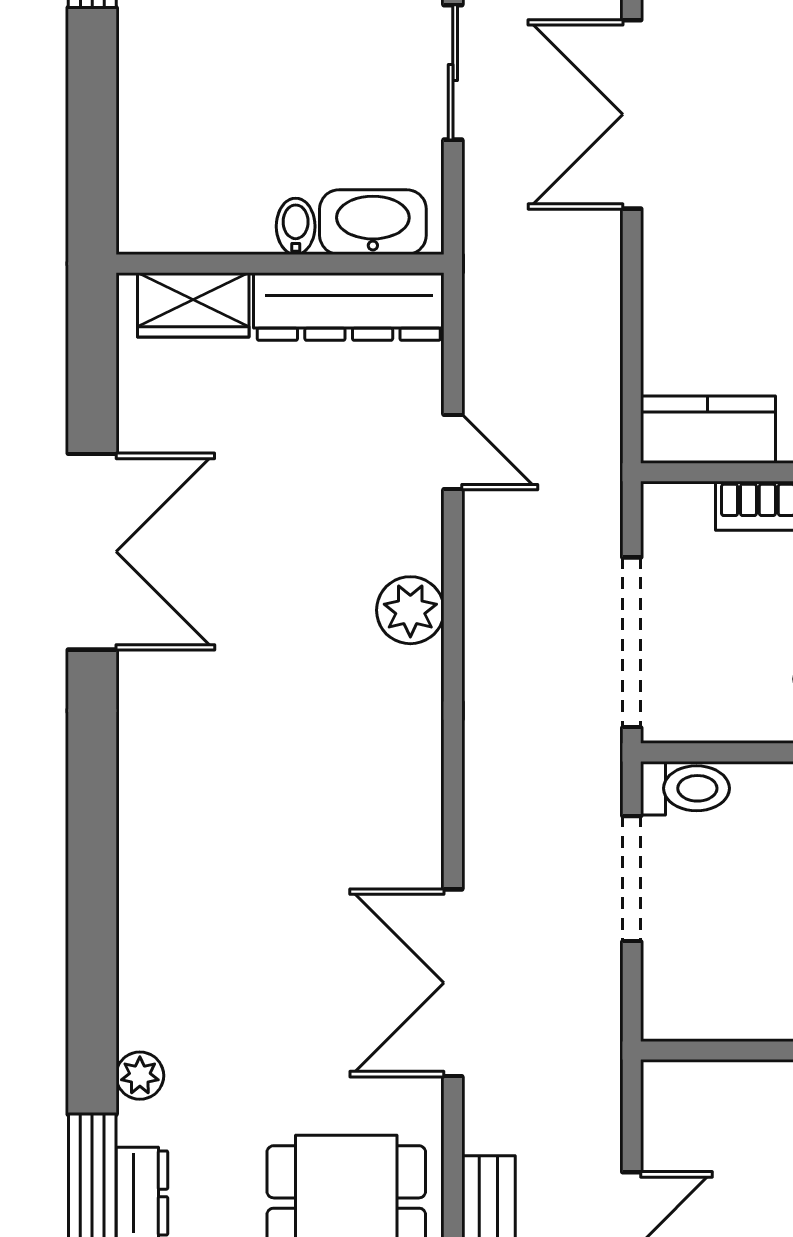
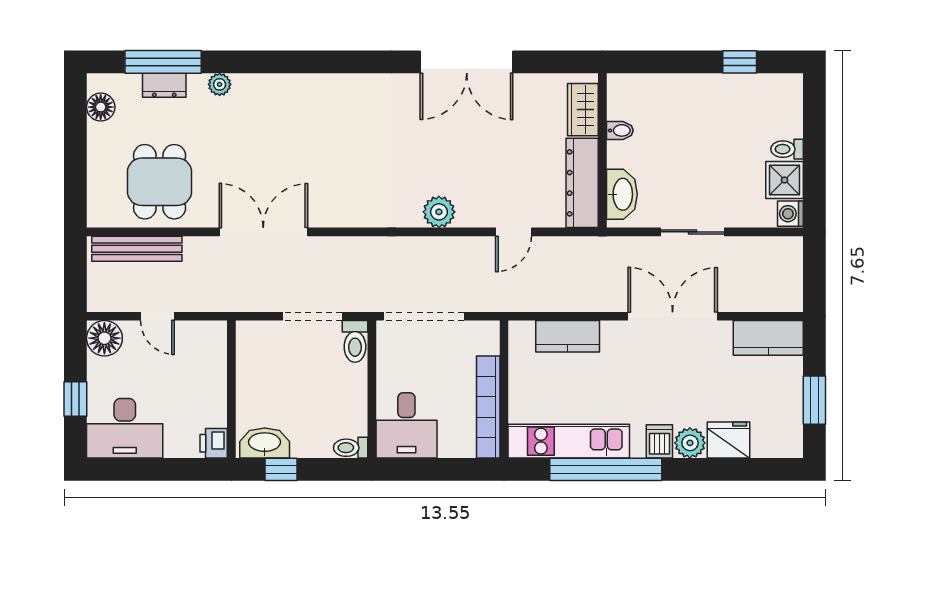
bidet: (296, 226) -> (620, 130), moved
kitchen counter: (708, 430) -> (568, 336), moved, turned 90

